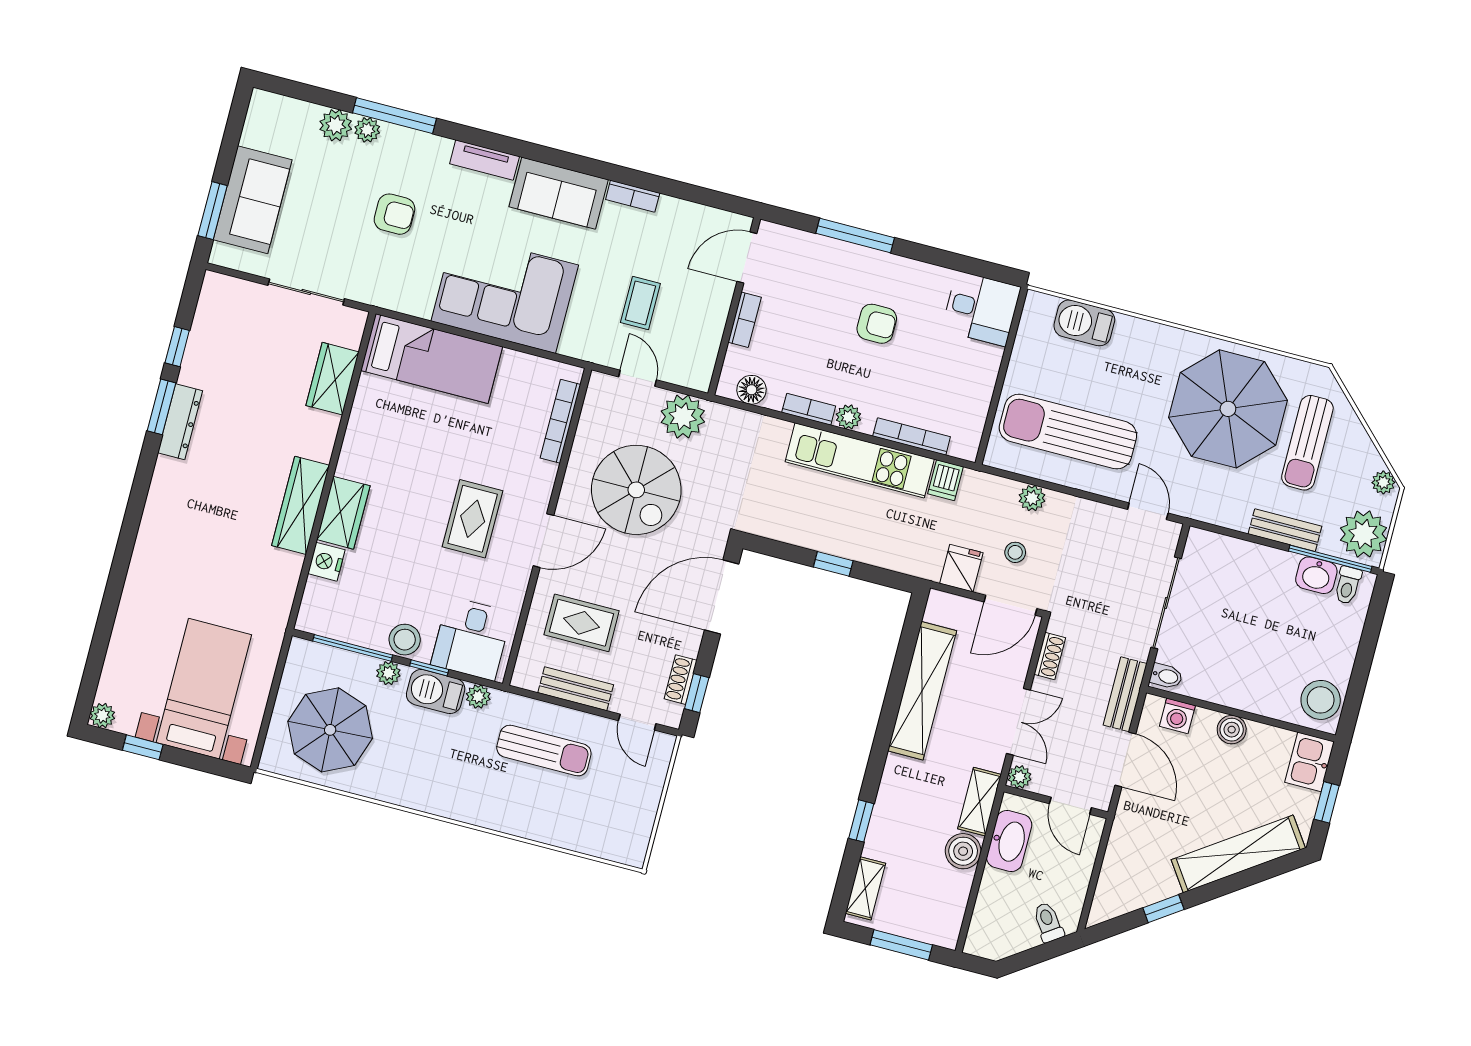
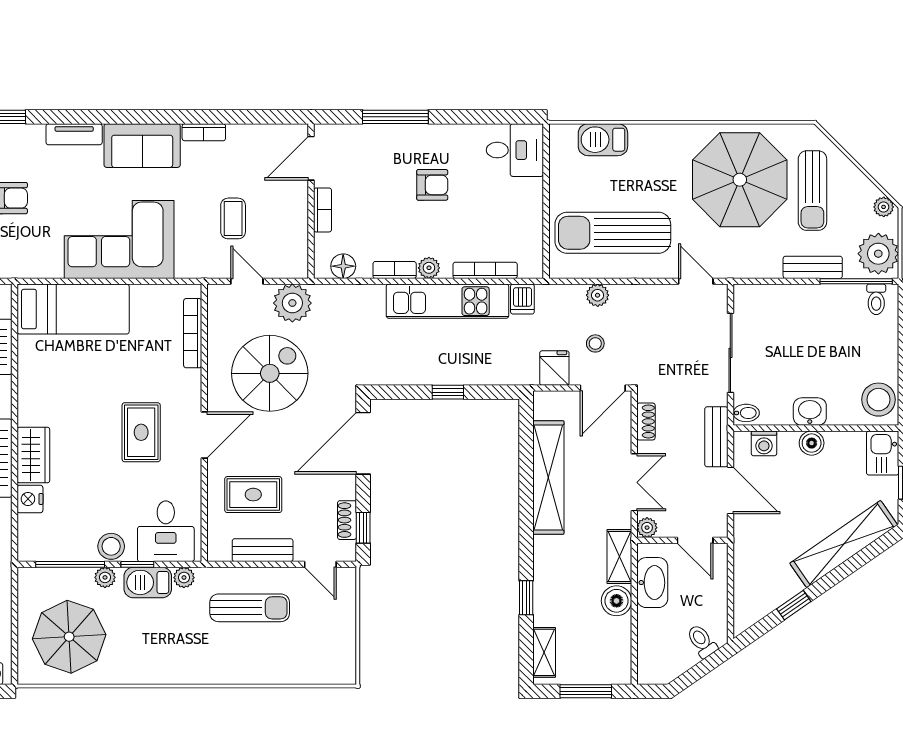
spiral stairs: (636, 490) -> (270, 373), turned -90
washbasin: (1316, 575) -> (810, 412), moved, turned 180

